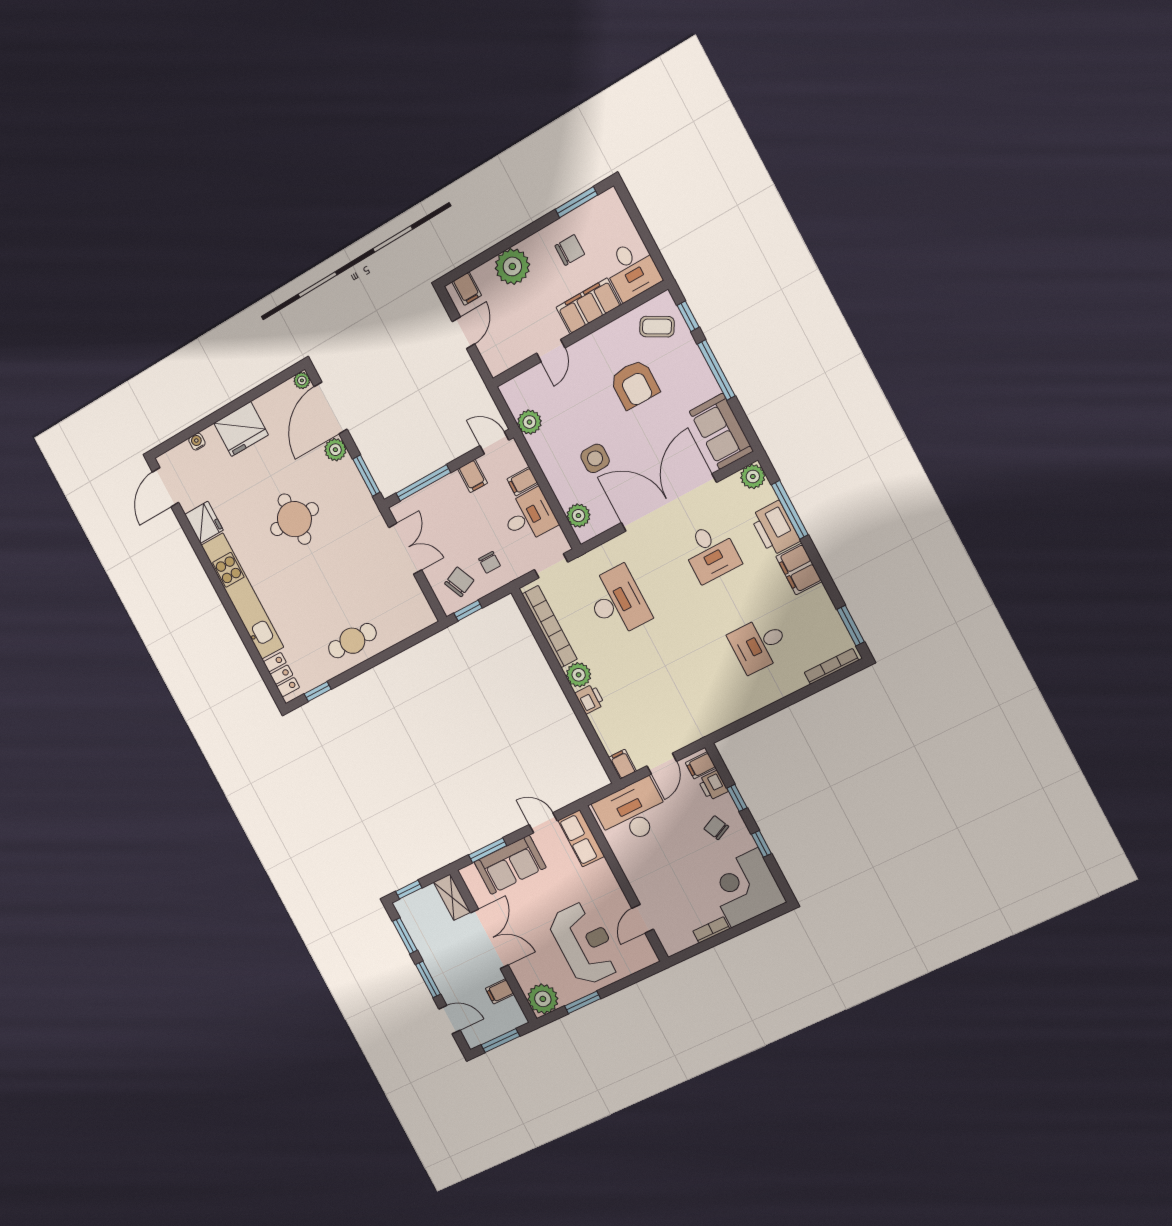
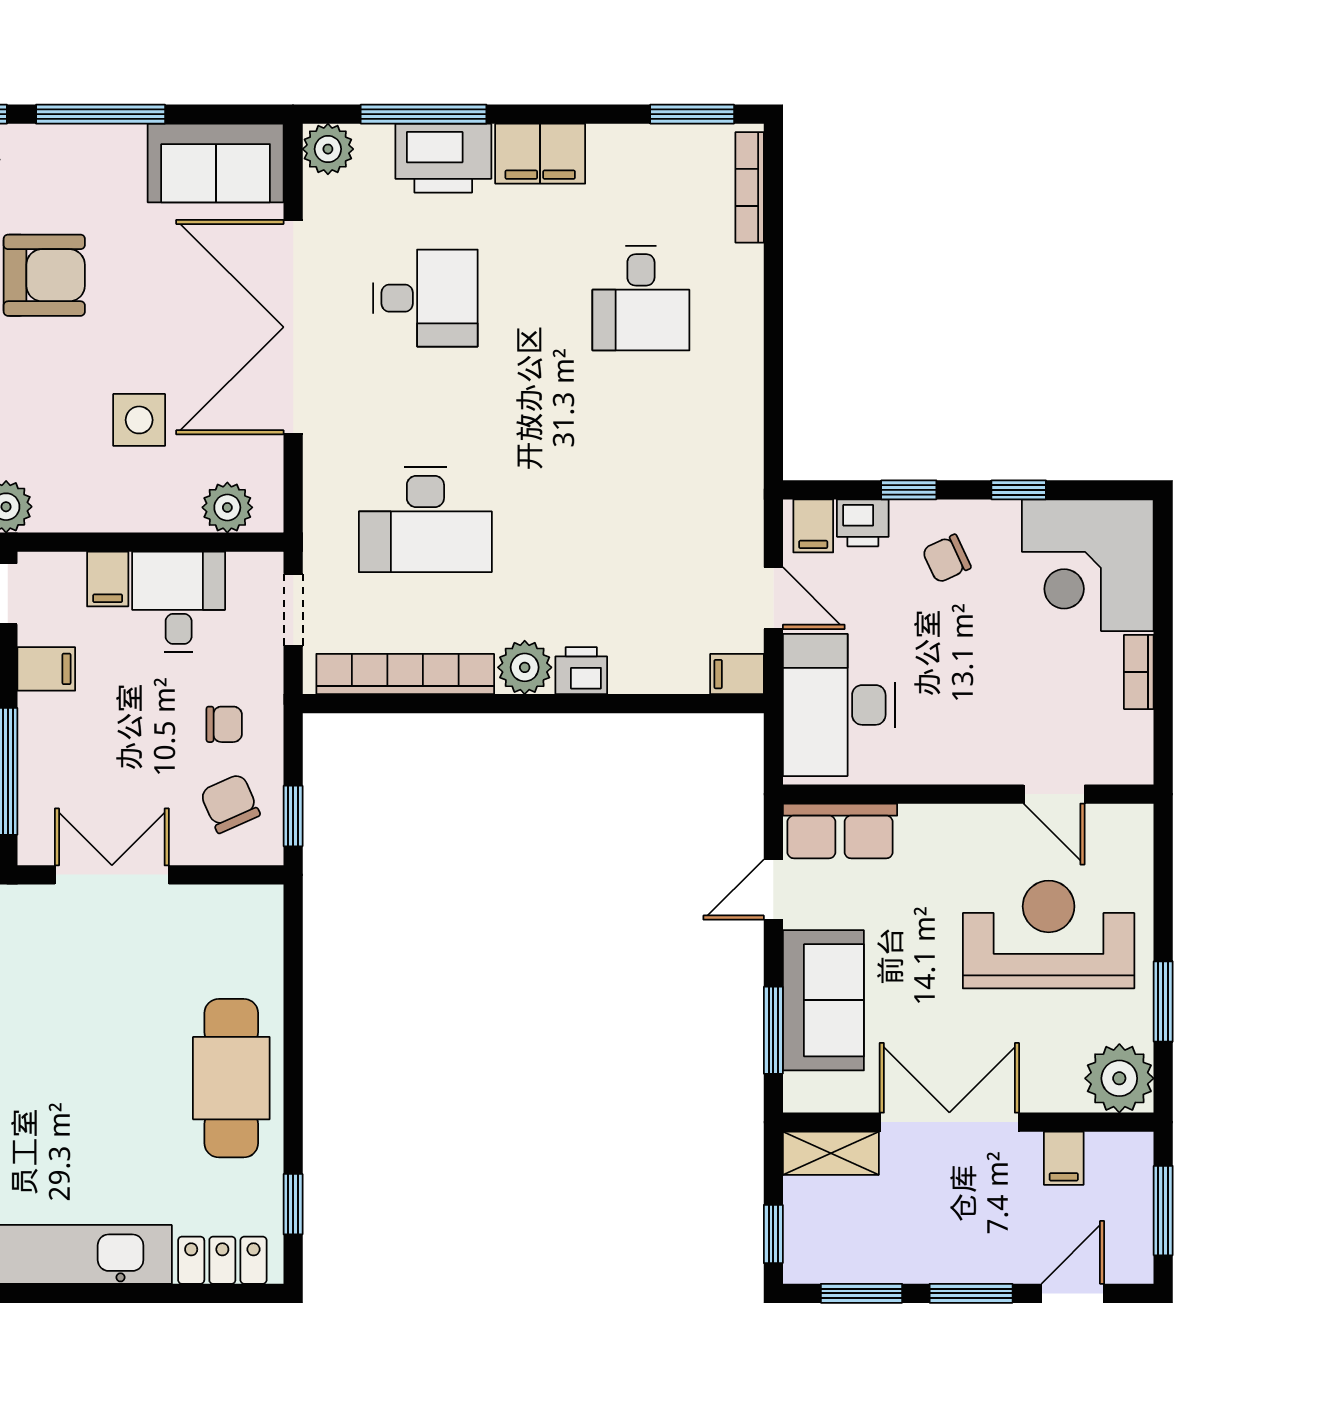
desk: (617, 602) -> (425, 520), turned 180
cafe table: (352, 641) -> (231, 1078), width x1.37, depth x1.35

